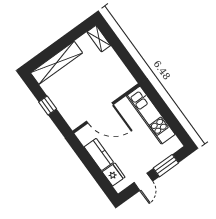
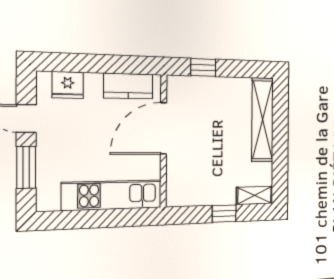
window: (120, 49) -> (224, 214), added
window: (48, 105) -> (203, 67), moved
kitchen counter: (99, 154) -> (128, 86), moved

